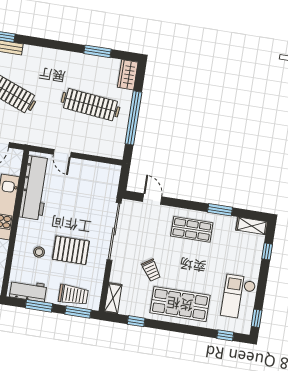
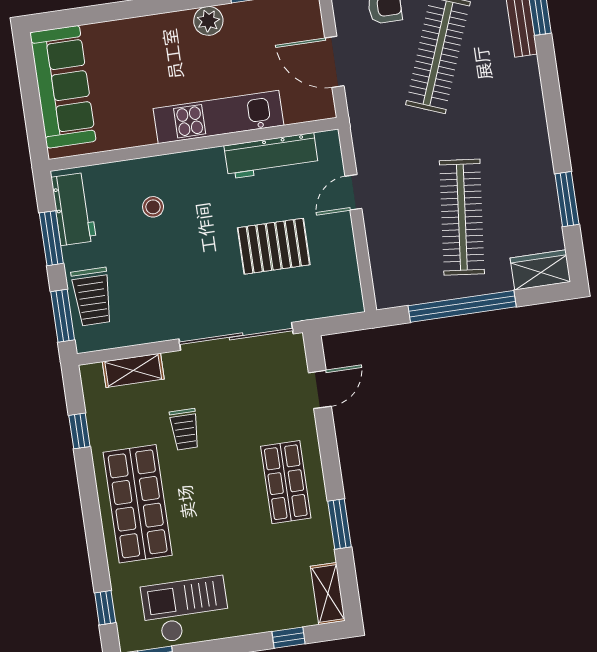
workbench: (35, 188) -> (271, 156), width x0.73, depth x0.76
pallet: (71, 250) -> (274, 246), moved, turned 90
trolley: (151, 270) -> (185, 429), turned -56
shelving: (113, 298) -> (133, 370), moved

